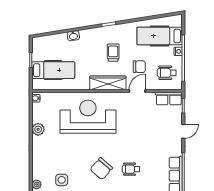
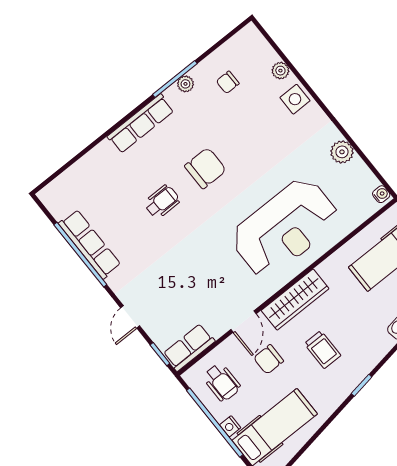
wheelchair: (167, 73) -> (222, 382), turned 90
chair: (101, 169) -> (205, 168), turned 49
side table: (62, 180) -> (295, 99), moved

